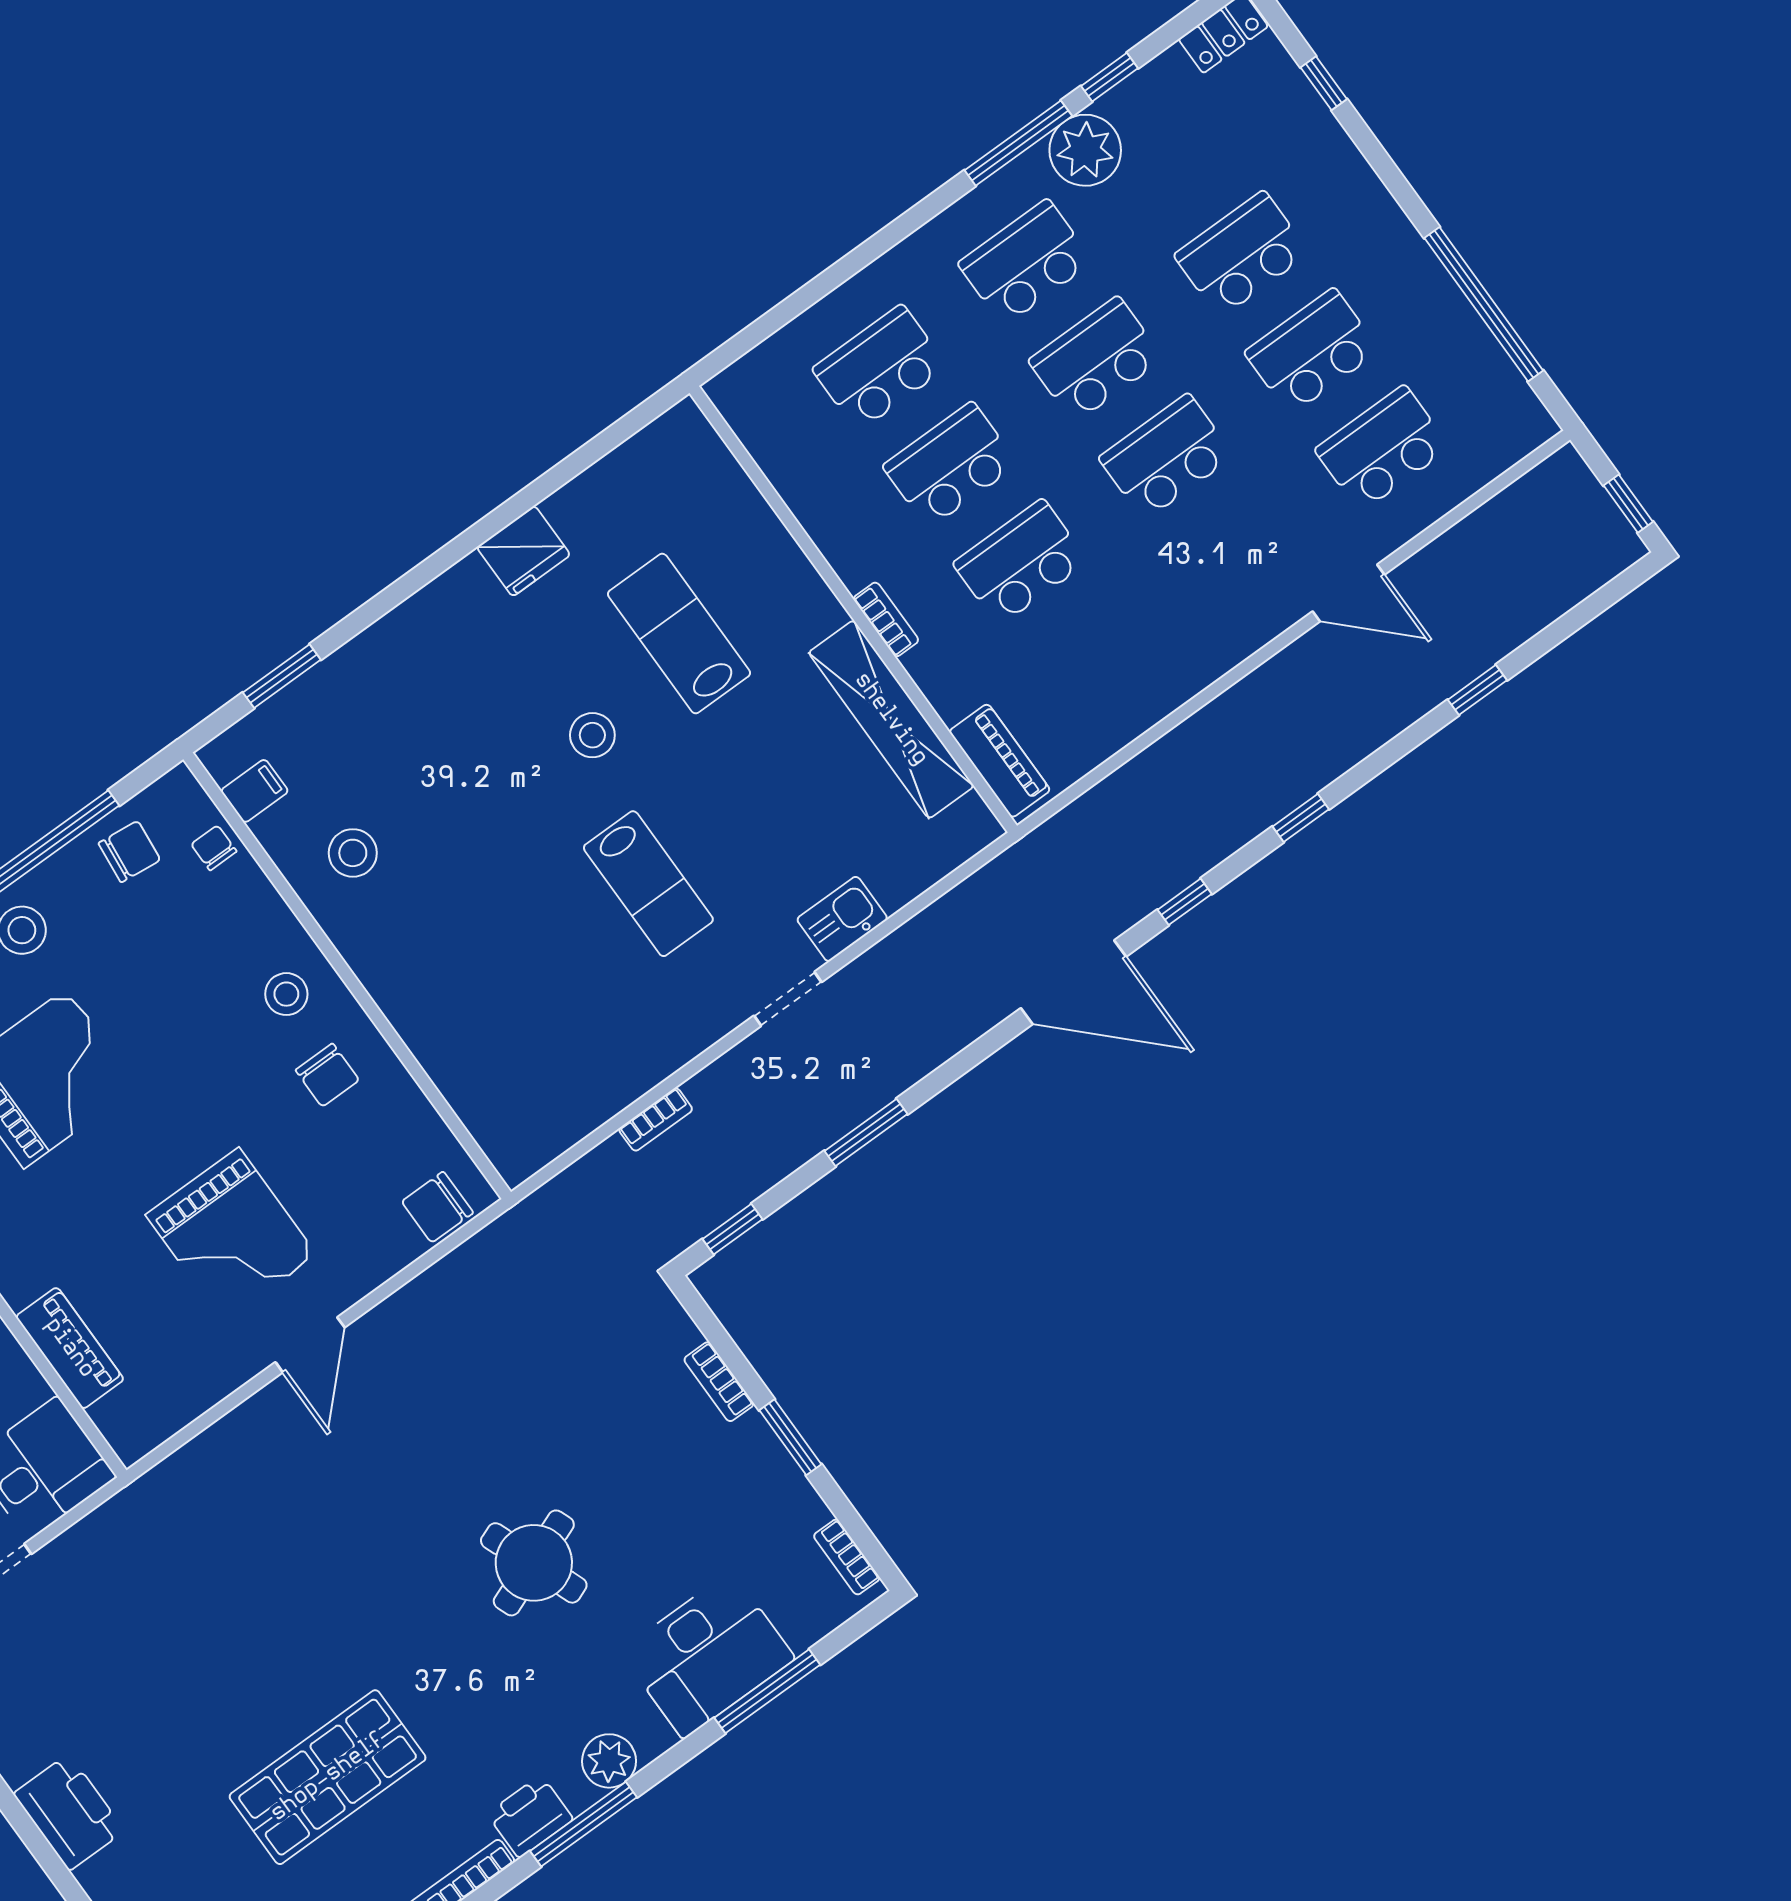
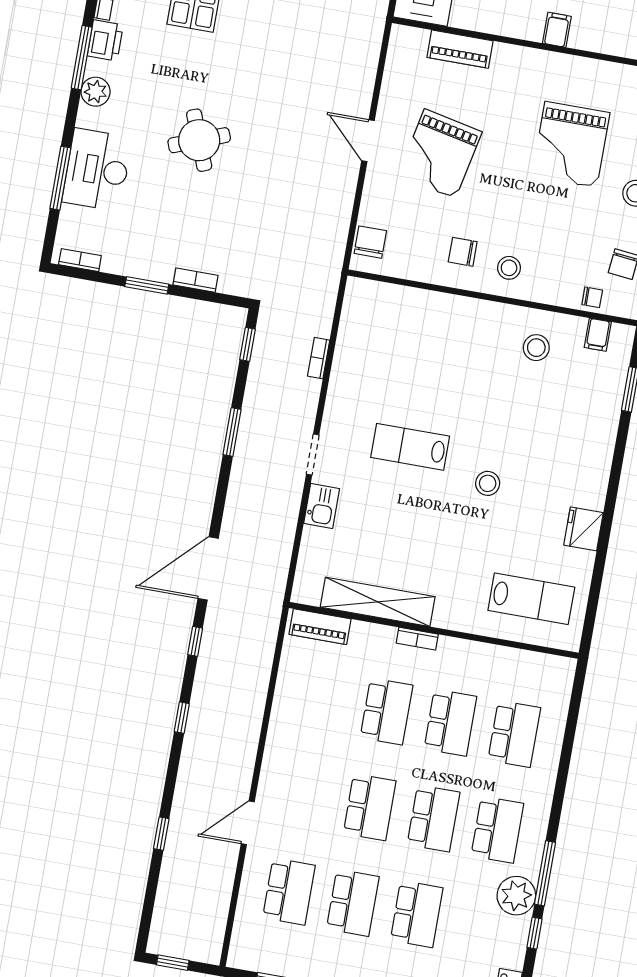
lab bench: (679, 633) -> (531, 599), moved
grand piano: (231, 1235) -> (440, 154), turned -78

